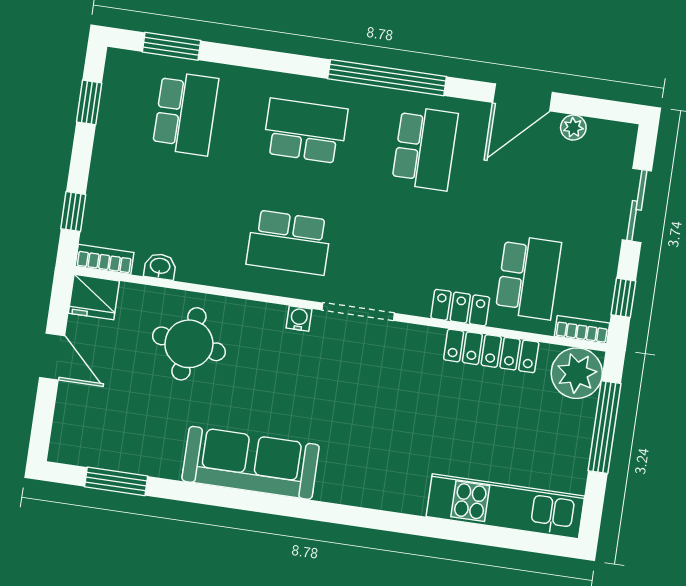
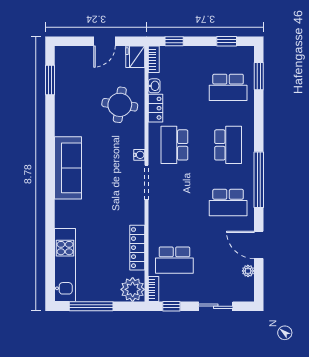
locker: (460, 308) -> (155, 108), moved
window: (605, 427) -> (91, 306), moved
sofa: (251, 463) -> (68, 168), moved

